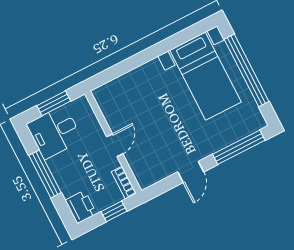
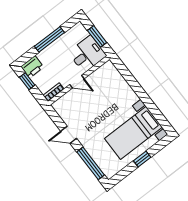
window: (246, 70) -> (142, 159), width x0.32
desk: (55, 132) -> (87, 54), moved, turned 90
window: (114, 211) -> (27, 81), moved

